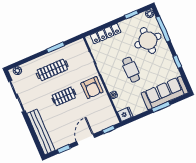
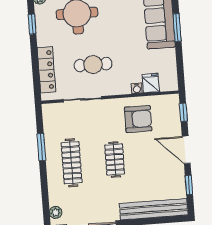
cafe table: (131, 70) -> (93, 65), moved
armchair: (92, 88) -> (138, 119), moved
fridge: (125, 114) -> (151, 83), moved

